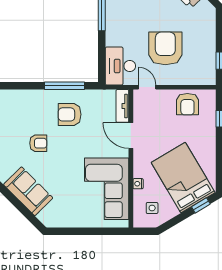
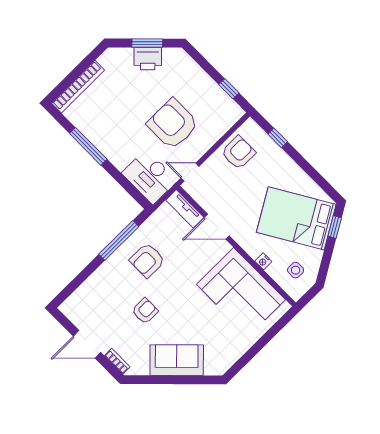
armchair: (187, 104) -> (238, 153), turned -90

